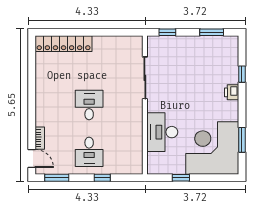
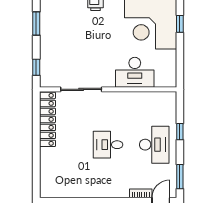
locker: (64, 44) -> (47, 119), moved
desk: (89, 152) -> (154, 145), width x1.37
window: (181, 178) -> (180, 24), moved

